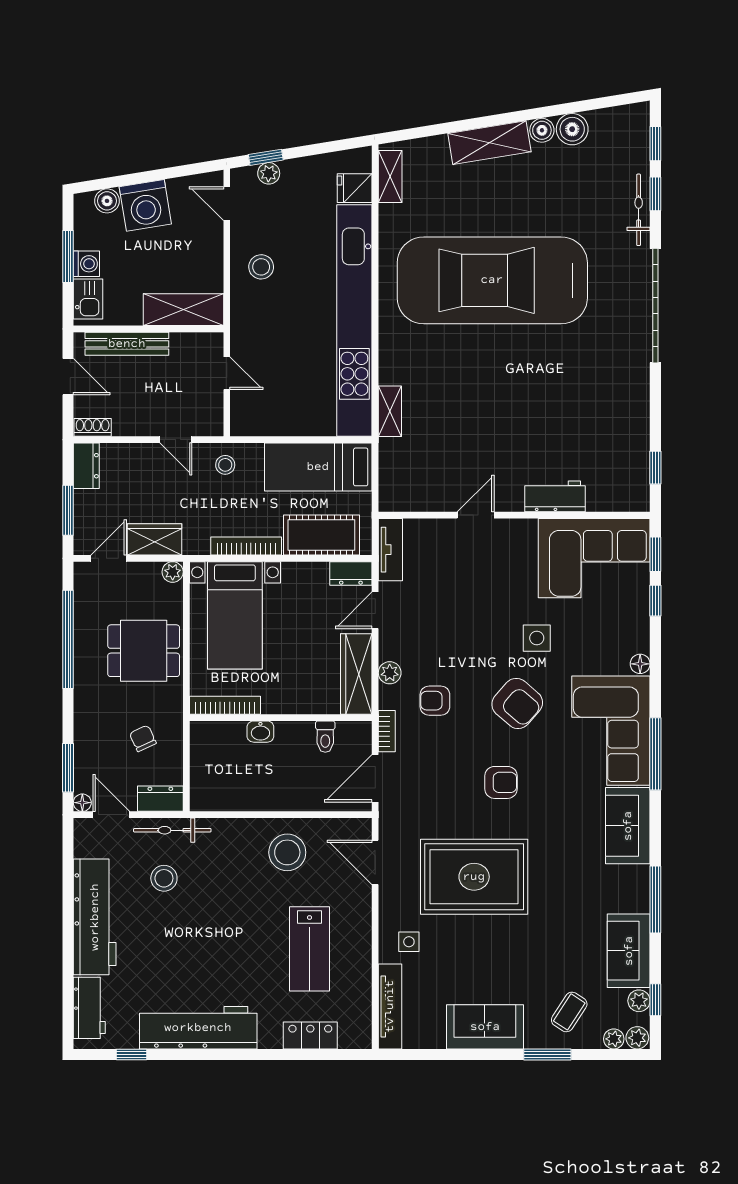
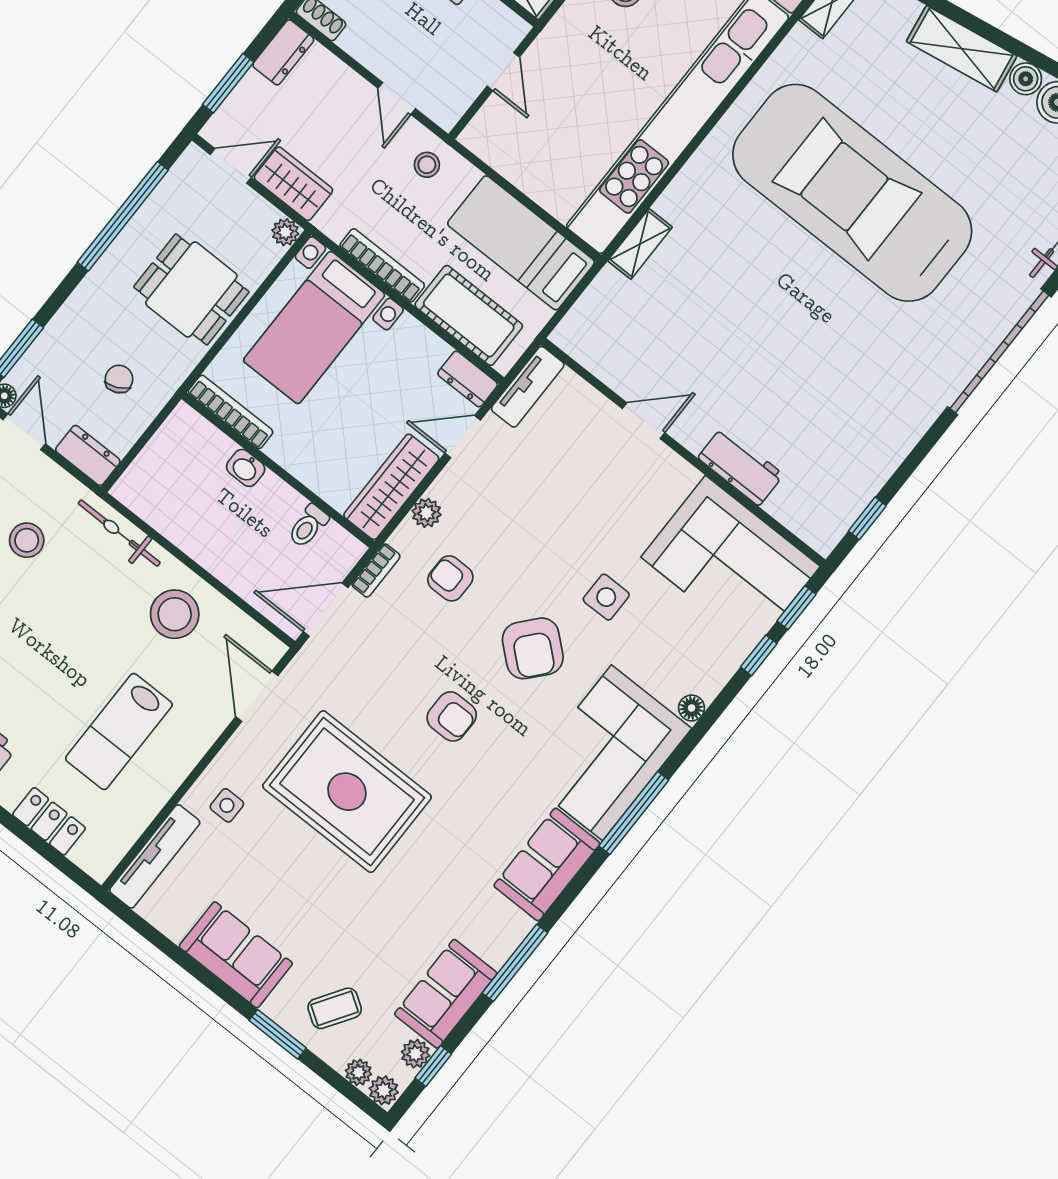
bicycle: (172, 830) -> (119, 533), moved

